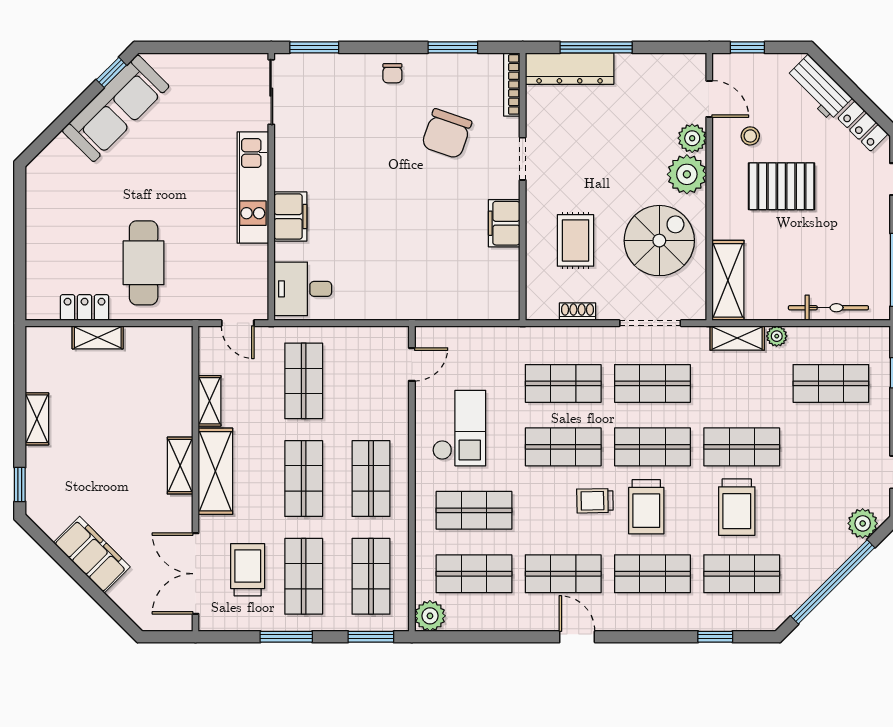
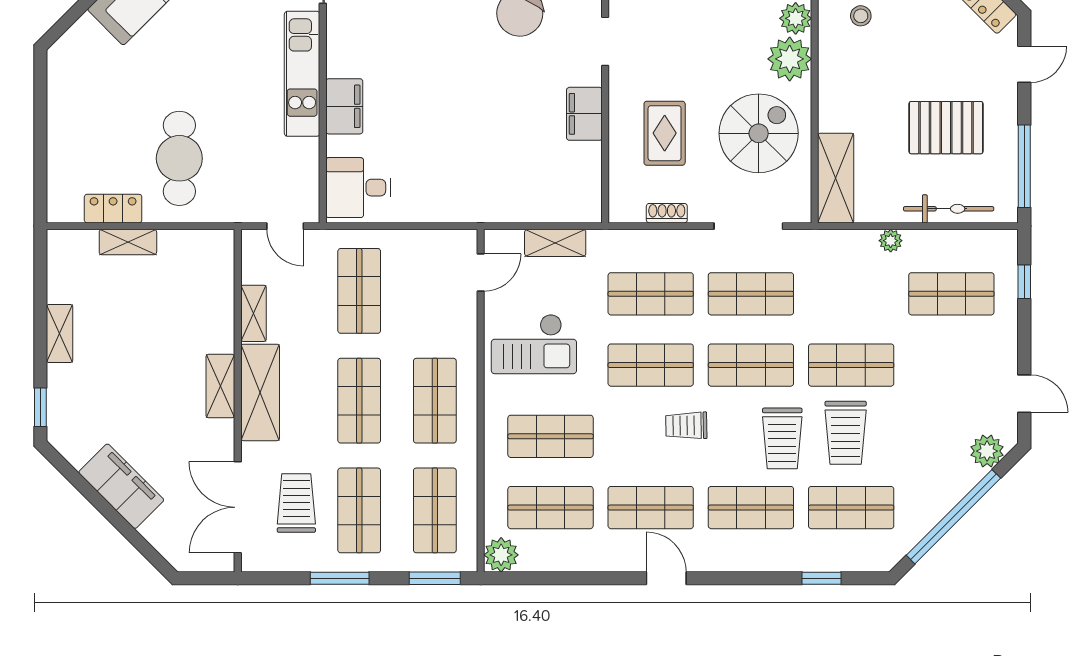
pallet: (782, 186) -> (946, 128), moved
shelving: (737, 338) -> (555, 243), moved
checkout: (459, 428) -> (534, 344), turned 90
trolley: (646, 507) -> (782, 438), moved

